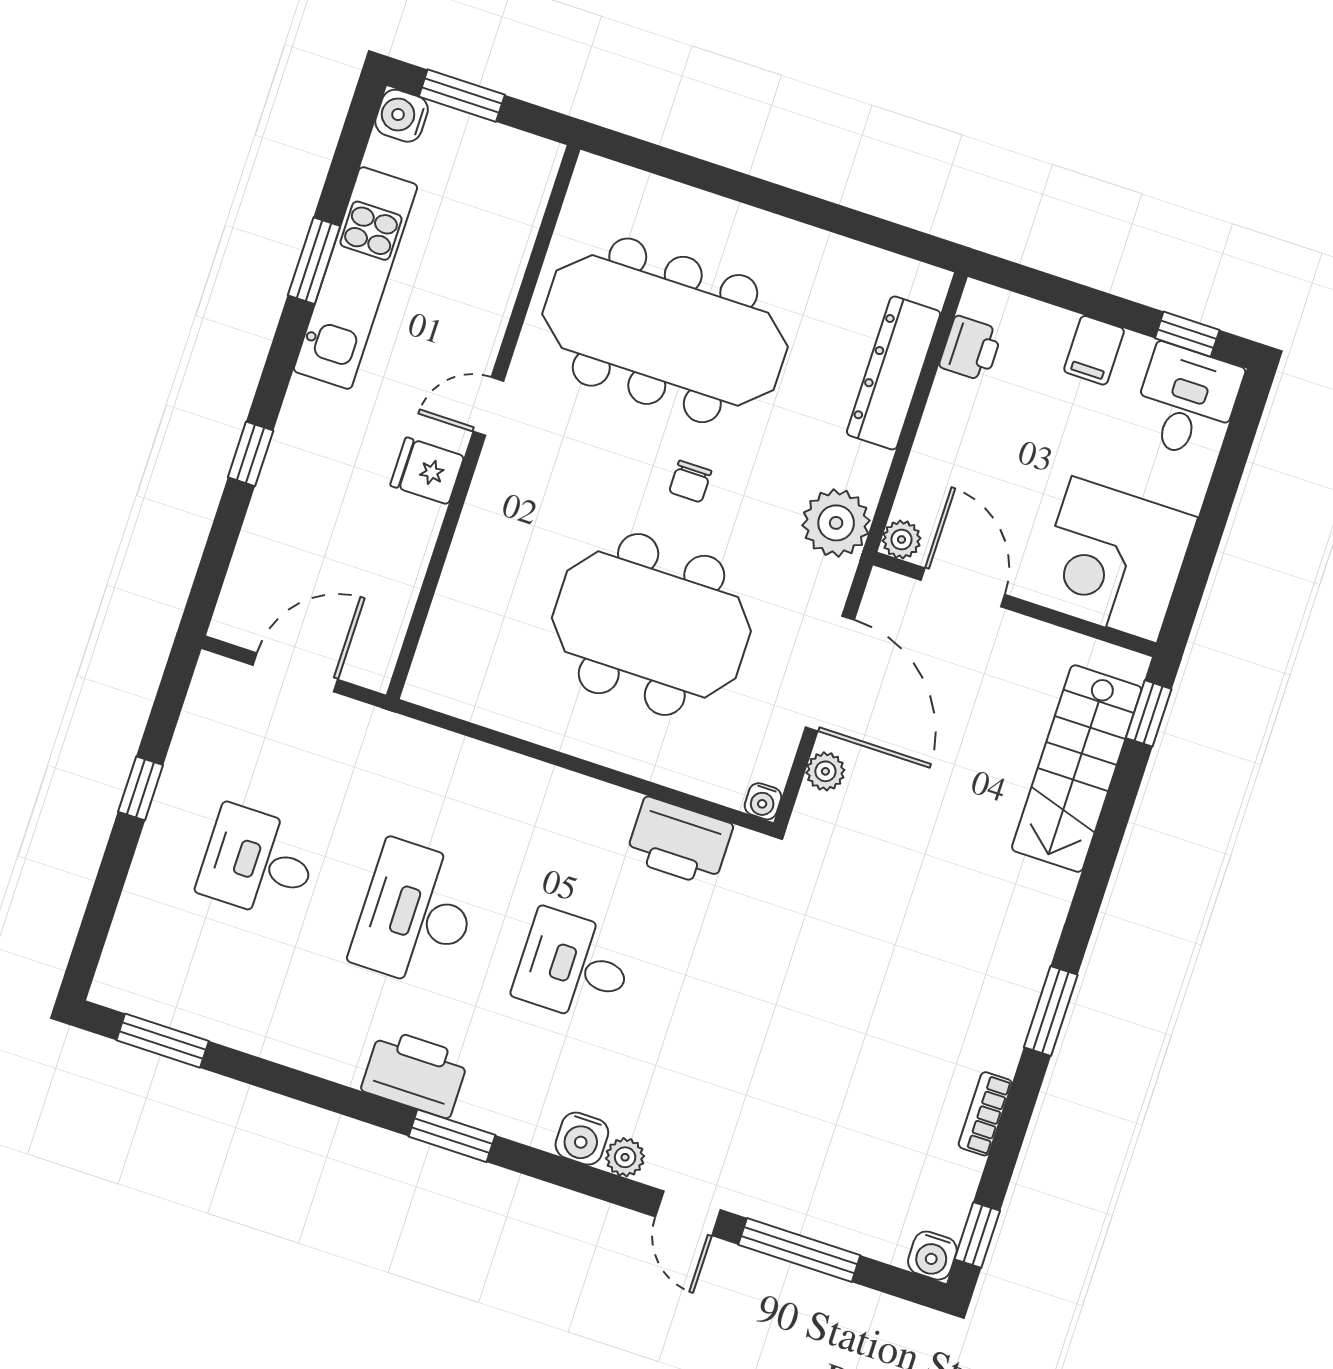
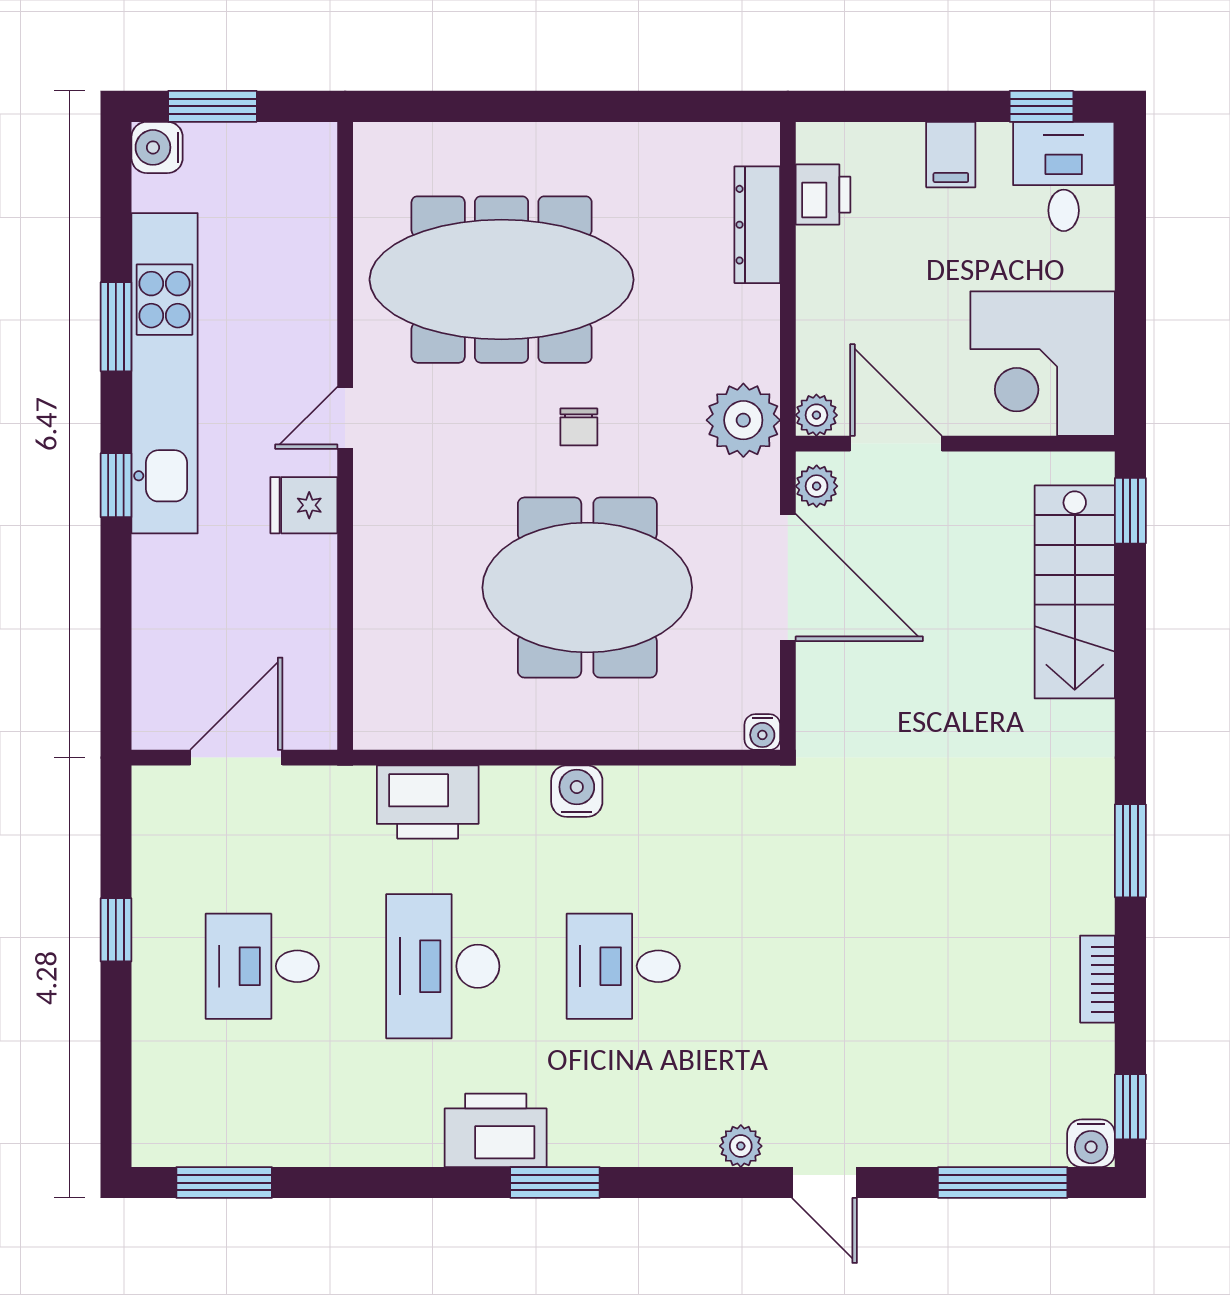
kitchen unit: (355, 278) -> (165, 373), width x1.36
dresser: (894, 373) -> (757, 225), width x0.73, depth x0.80
window: (251, 454) -> (116, 485), moved
plant: (825, 771) -> (817, 486), moved
printer: (679, 842) -> (428, 802), moved
water cooler: (582, 1139) -> (577, 791), moved, turned 180
window: (799, 1250) -> (1003, 1183), moved

